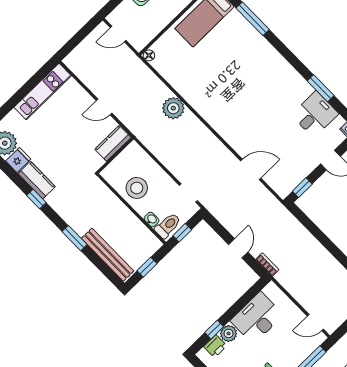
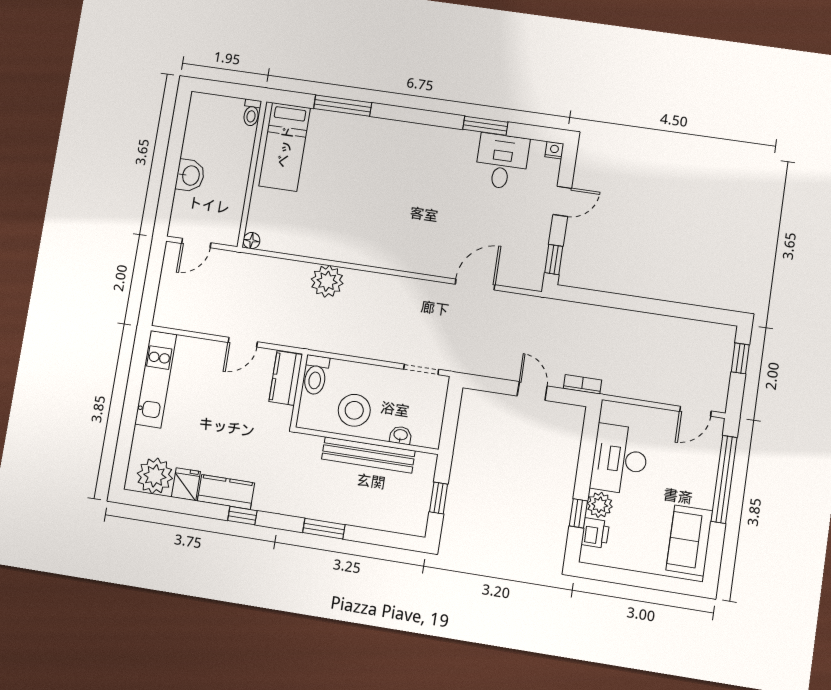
toilet: (168, 226) -> (316, 375), moved, turned 180
window: (182, 233) -> (450, 423), removed
bench: (108, 255) -> (368, 455), moved

